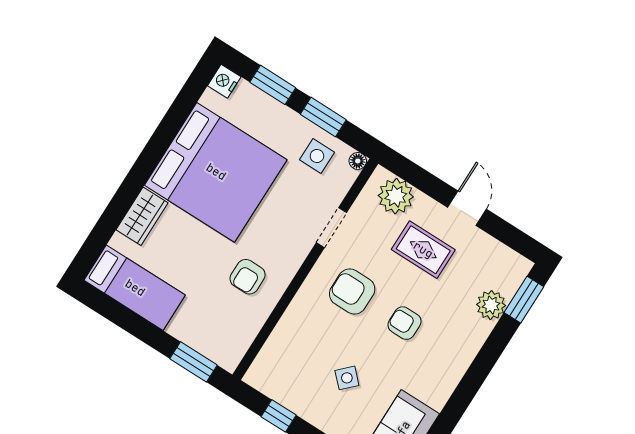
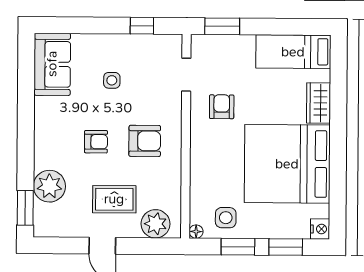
doorway: (332, 228) -> (186, 75), moved
plant: (491, 305) -> (49, 186), width x1.36, depth x1.36
side table: (347, 378) -> (112, 80), turned 45

